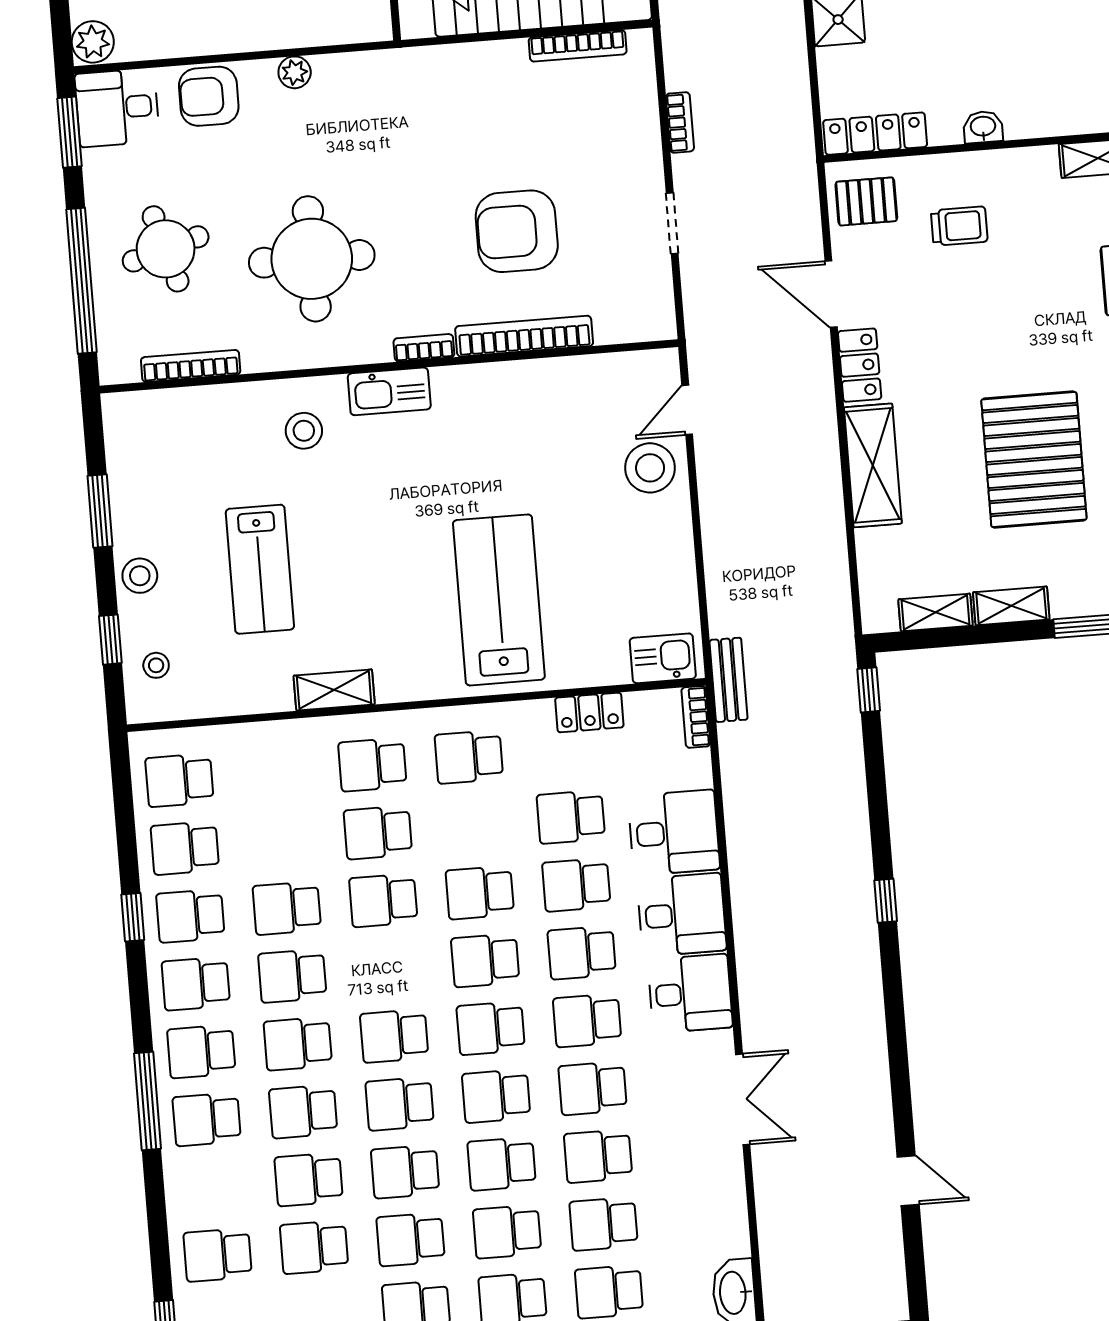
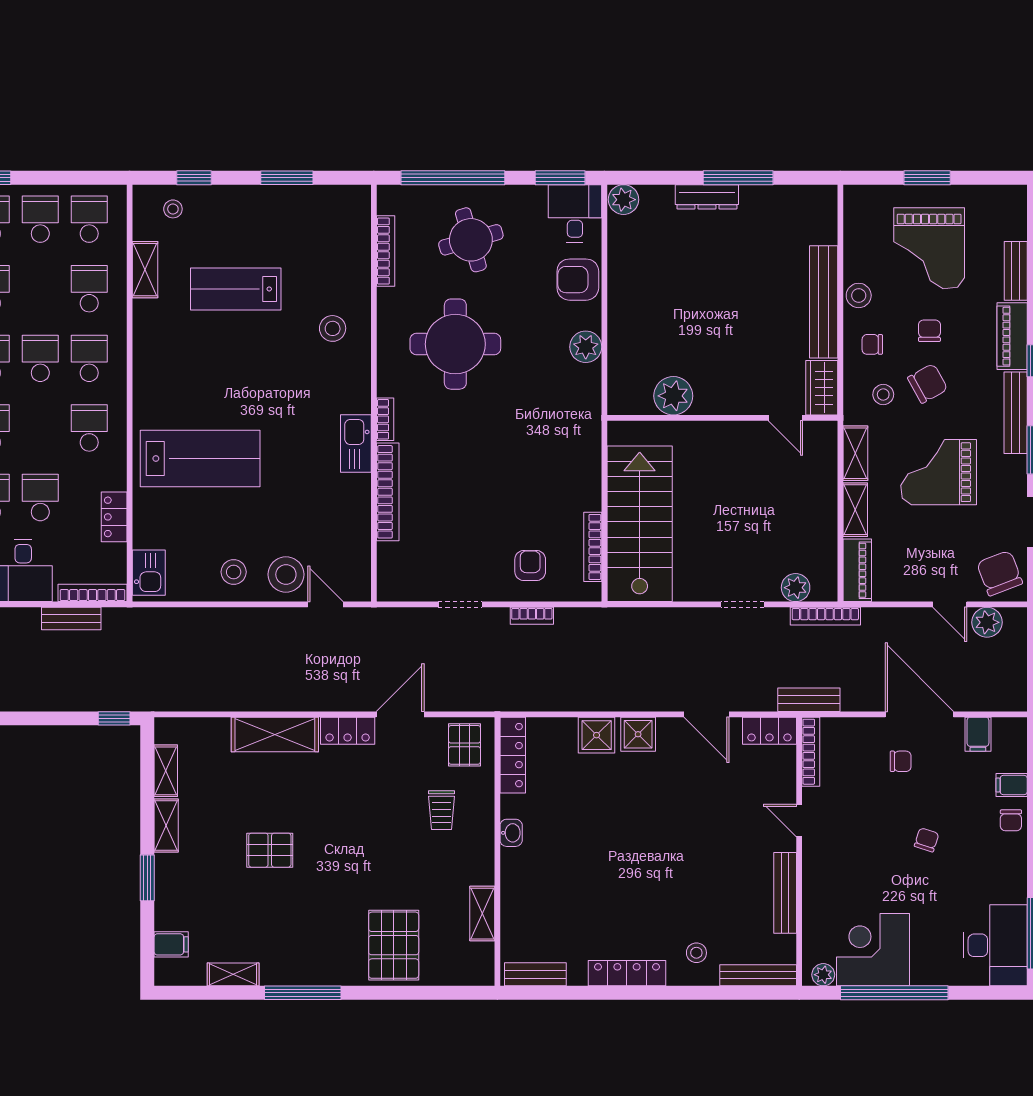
plant: (295, 72) -> (586, 347), width x1.38, depth x1.38
armchair: (209, 96) -> (578, 280), turned -90
armchair: (517, 231) -> (530, 566), moved, width x0.53, depth x0.53
kitchen sink: (389, 391) -> (356, 443), moved
pallet: (1034, 460) -> (270, 850), width x0.49, depth x0.50
stool: (140, 576) -> (234, 572), moved
bench: (729, 680) -> (71, 619), moved
shelving: (334, 690) -> (145, 270), moved
bookcase: (696, 717) -> (92, 593), width x1.56
school desk: (276, 772) -> (89, 289), added

